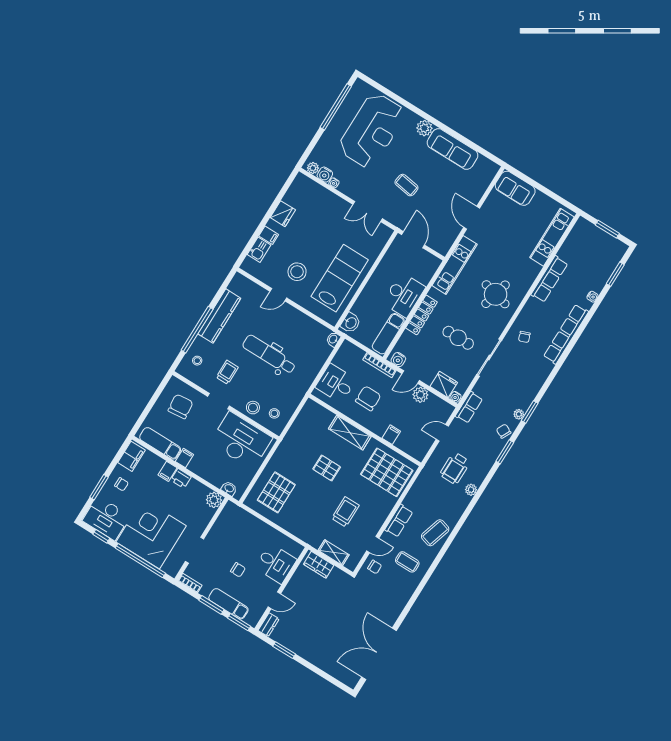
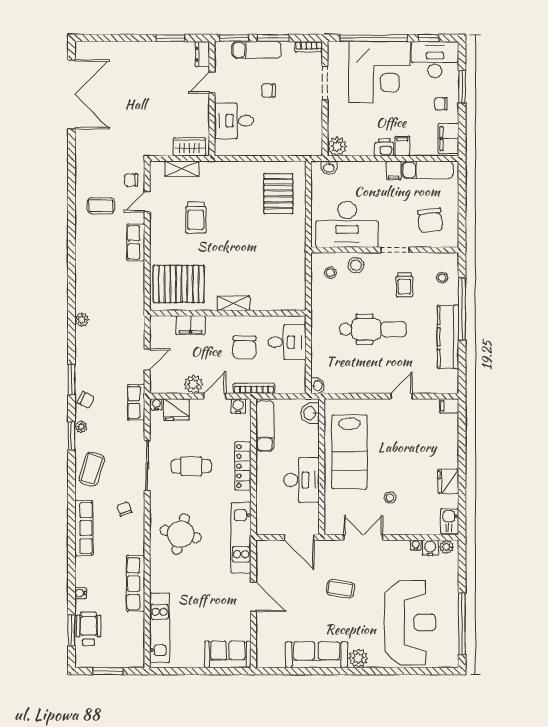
reception desk: (372, 130) -> (410, 622), turned 180
filing cabinet: (269, 235) -> (449, 406), moved
kitchen sink: (259, 250) -> (450, 521), moved
stool: (297, 272) -> (390, 498), moved, width x0.53, depth x0.53
desk: (404, 295) -> (302, 480), moved, turned 180
row of seats: (566, 334) -> (84, 528), width x0.73
shelving: (350, 433) -> (233, 303), width x0.67, depth x0.75
filing cabinet: (391, 435) -> (191, 325), width x2.00
pallet: (327, 468) -> (243, 250), removed
wheelchair: (455, 468) -> (89, 629), moved
coffee table: (435, 533) -> (92, 469), moved

